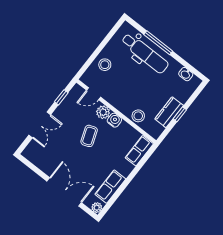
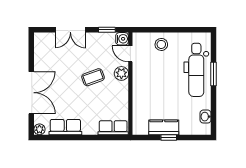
window: (158, 43) -> (213, 74), width x0.69
stool: (138, 116) -> (141, 104), removed
water cooler: (114, 120) -> (122, 39), moved

